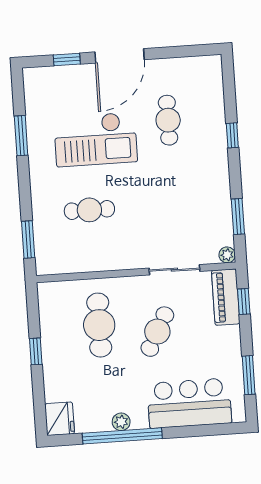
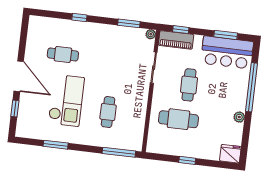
window: (28, 239) -> (119, 152), width x1.44
cafe table: (157, 332) -> (189, 85), turned 62
bar counter: (189, 403) -> (227, 52), moved, turned -90
window: (122, 436) -> (251, 87), moved

